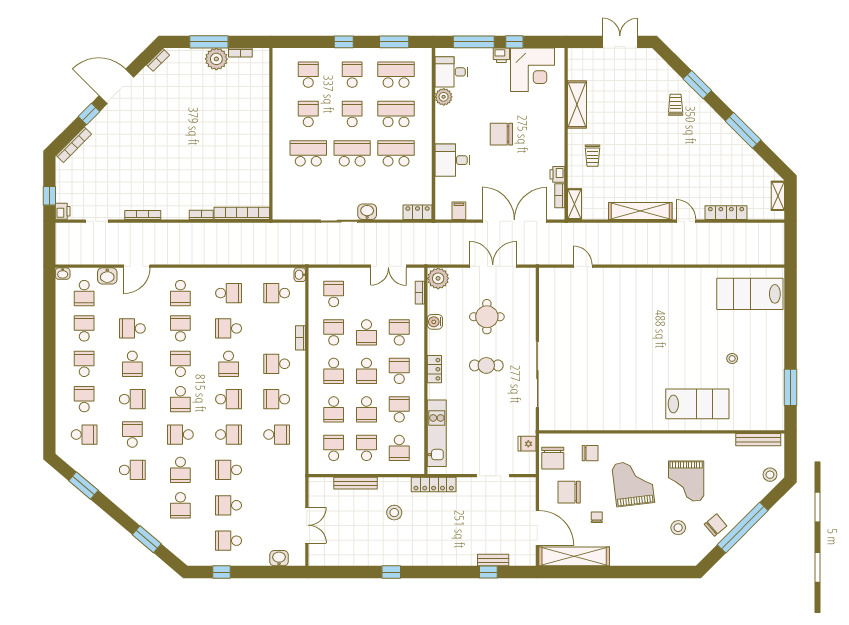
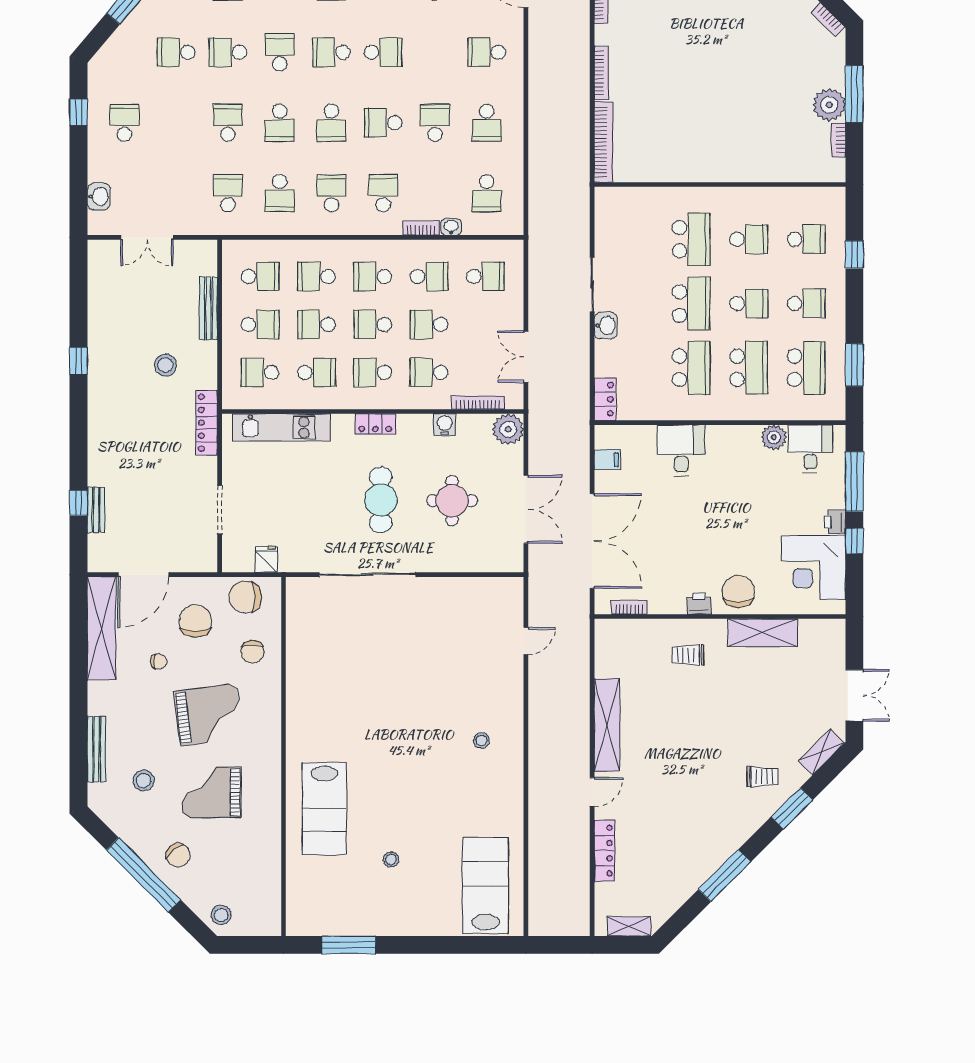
window: (344, 42) -> (854, 255), moved
chair: (501, 134) -> (738, 592), moved
printer: (557, 174) -> (699, 604), moved
shelving: (574, 204) -> (822, 752), moved, turned -45
bookcase: (201, 215) -> (601, 73), width x1.56
washbasin: (300, 275) -> (451, 227), moved
school desk: (277, 293) -> (487, 193), turned 180
bookcase: (420, 293) -> (478, 403), width x1.56
stool: (651, 297) -> (482, 740), added
school desk: (180, 328) -> (435, 52), removed
school desk: (399, 332) -> (429, 372), turned 180
cafe table: (486, 365) -> (381, 500), width x1.37, depth x1.35
school desk: (399, 371) -> (373, 372), turned 180
bench: (758, 440) -> (97, 749), moved
school desk: (229, 505) -> (228, 193), moved
chair: (716, 525) -> (178, 855), moved

